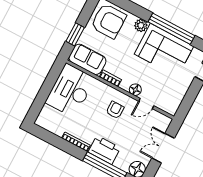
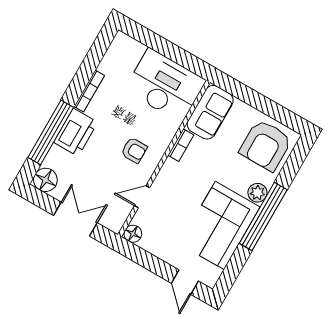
window: (171, 29) -> (263, 216), moved
window: (75, 34) -> (248, 95), removed
floor lamp: (135, 90) -> (133, 234), moved
door: (146, 103) -> (142, 197), hinge flipped

